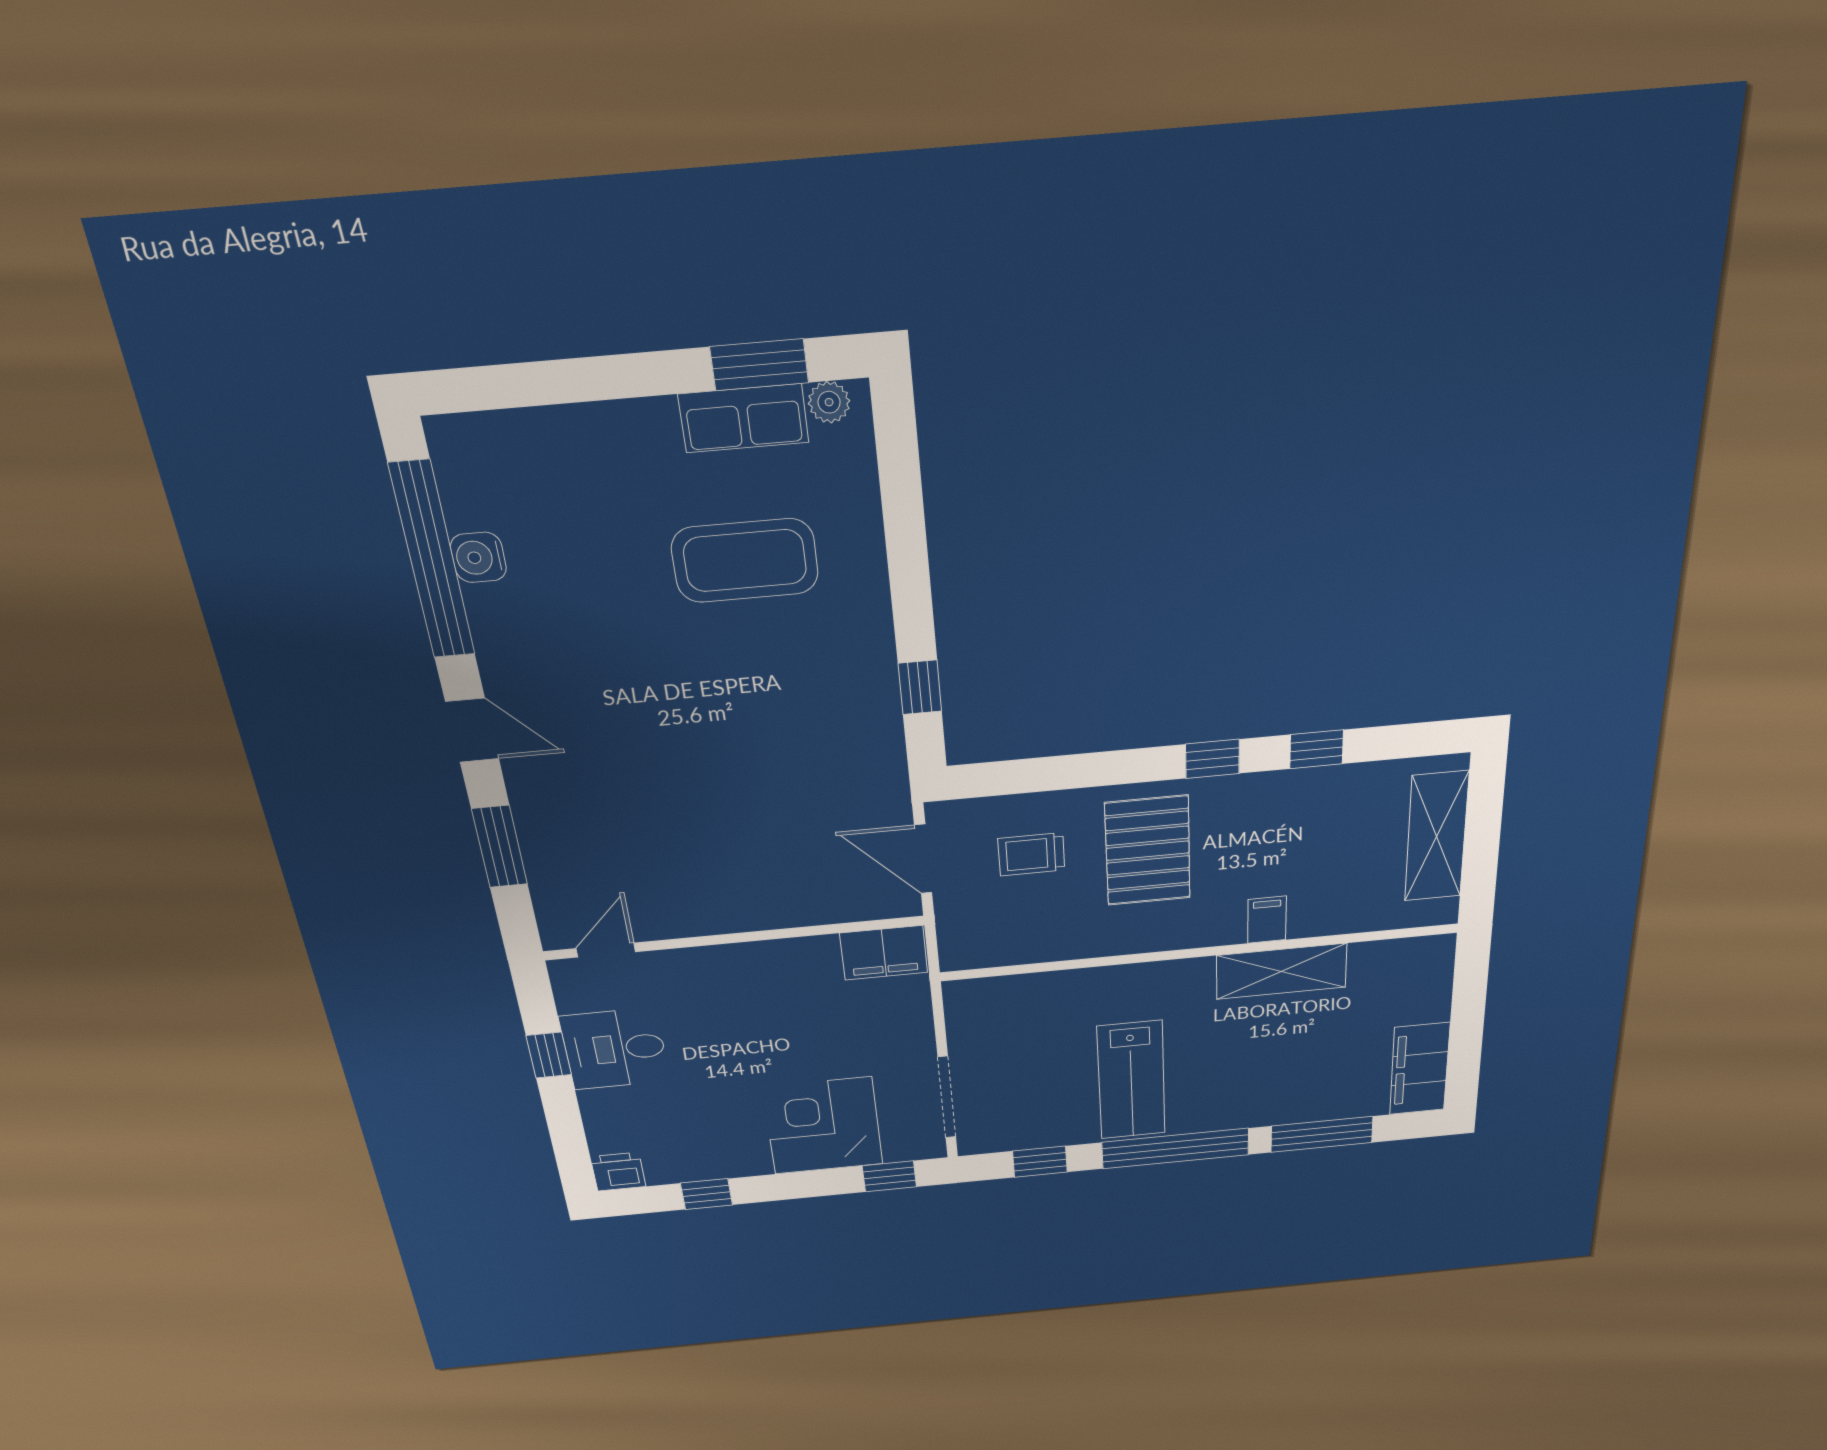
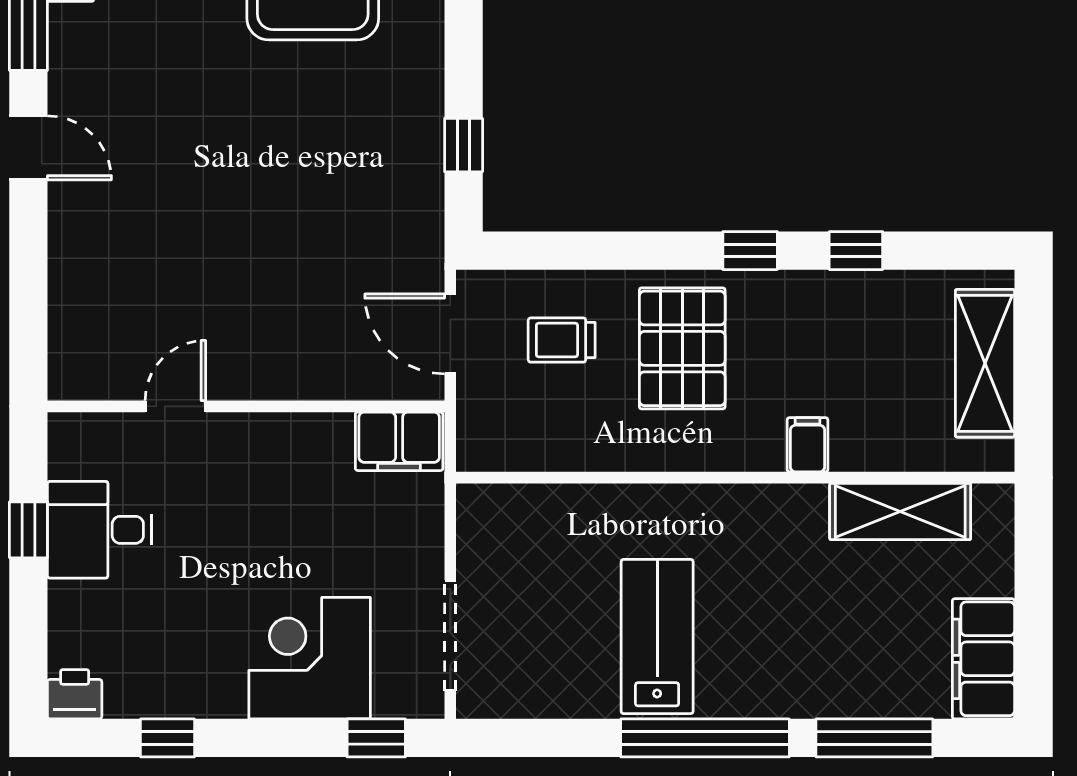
window: (500, 847) -> (28, 275), removed
door: (606, 950) -> (175, 406), moved
shelving: (1281, 971) -> (900, 512), moved
lab bench: (1131, 1080) -> (657, 636), turned 180
window: (1040, 1162) -> (549, 738), removed

